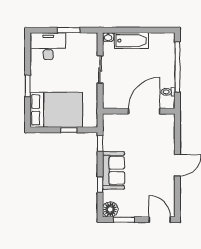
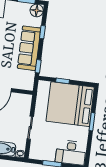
bed: (56, 110) -> (70, 104), width x1.36
sofa: (113, 170) -> (29, 48), width x1.36

